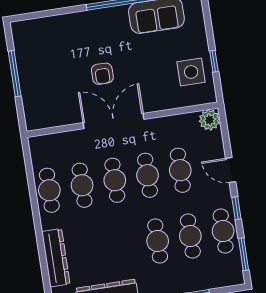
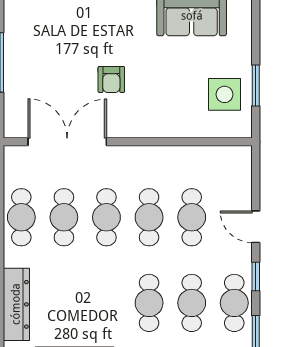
window: (214, 61) -> (256, 85), width x1.50
plant: (209, 120) -> (239, 159), removed
double door: (114, 121) -> (67, 142), moved

